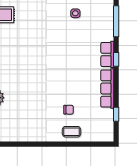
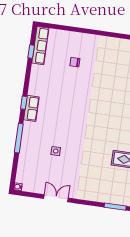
row of seats: (107, 88) -> (40, 46), moved
coffee table: (71, 132) -> (75, 41), removed

